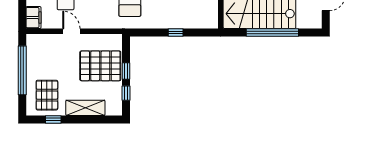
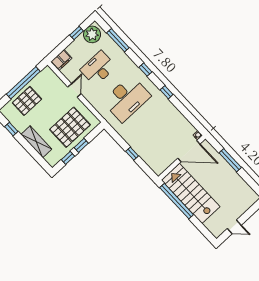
window: (272, 33) -> (177, 201), moved
pallet: (100, 66) -> (70, 127), turned 90
pallet: (47, 95) -> (27, 101), moved

